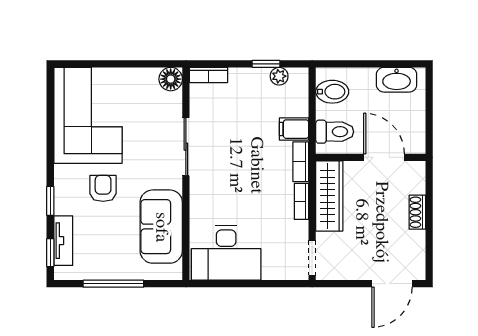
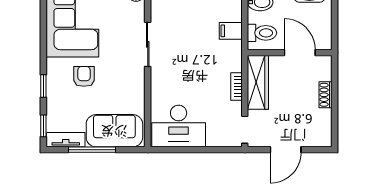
bookcase: (301, 162) -> (236, 56), removed
sofa: (161, 227) -> (114, 131), moved, turned 90
tv unit: (63, 241) -> (66, 140), moved, turned -90
door: (392, 284) -> (286, 150), moved

